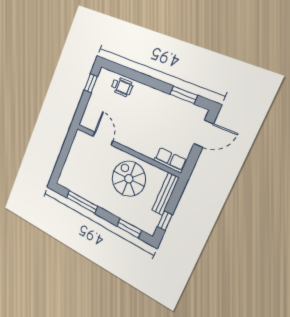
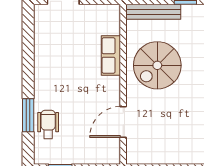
window: (184, 95) -> (28, 115), moved
row of seats: (170, 160) -> (111, 55), moved

